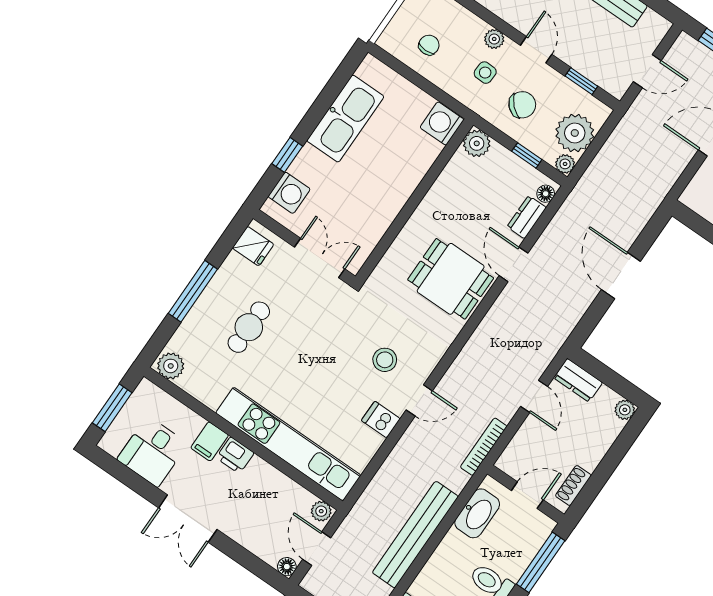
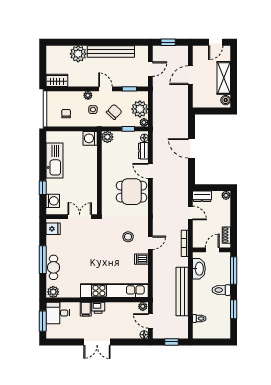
cafe table: (249, 327) -> (53, 267), moved
desk: (152, 452) -> (58, 313), moved, turned 90

